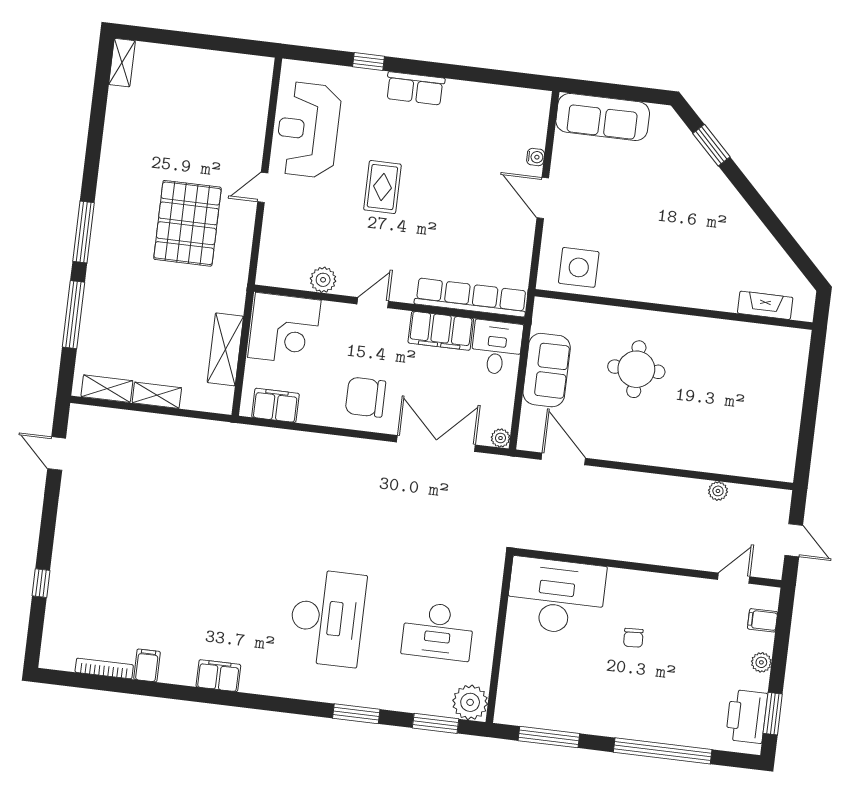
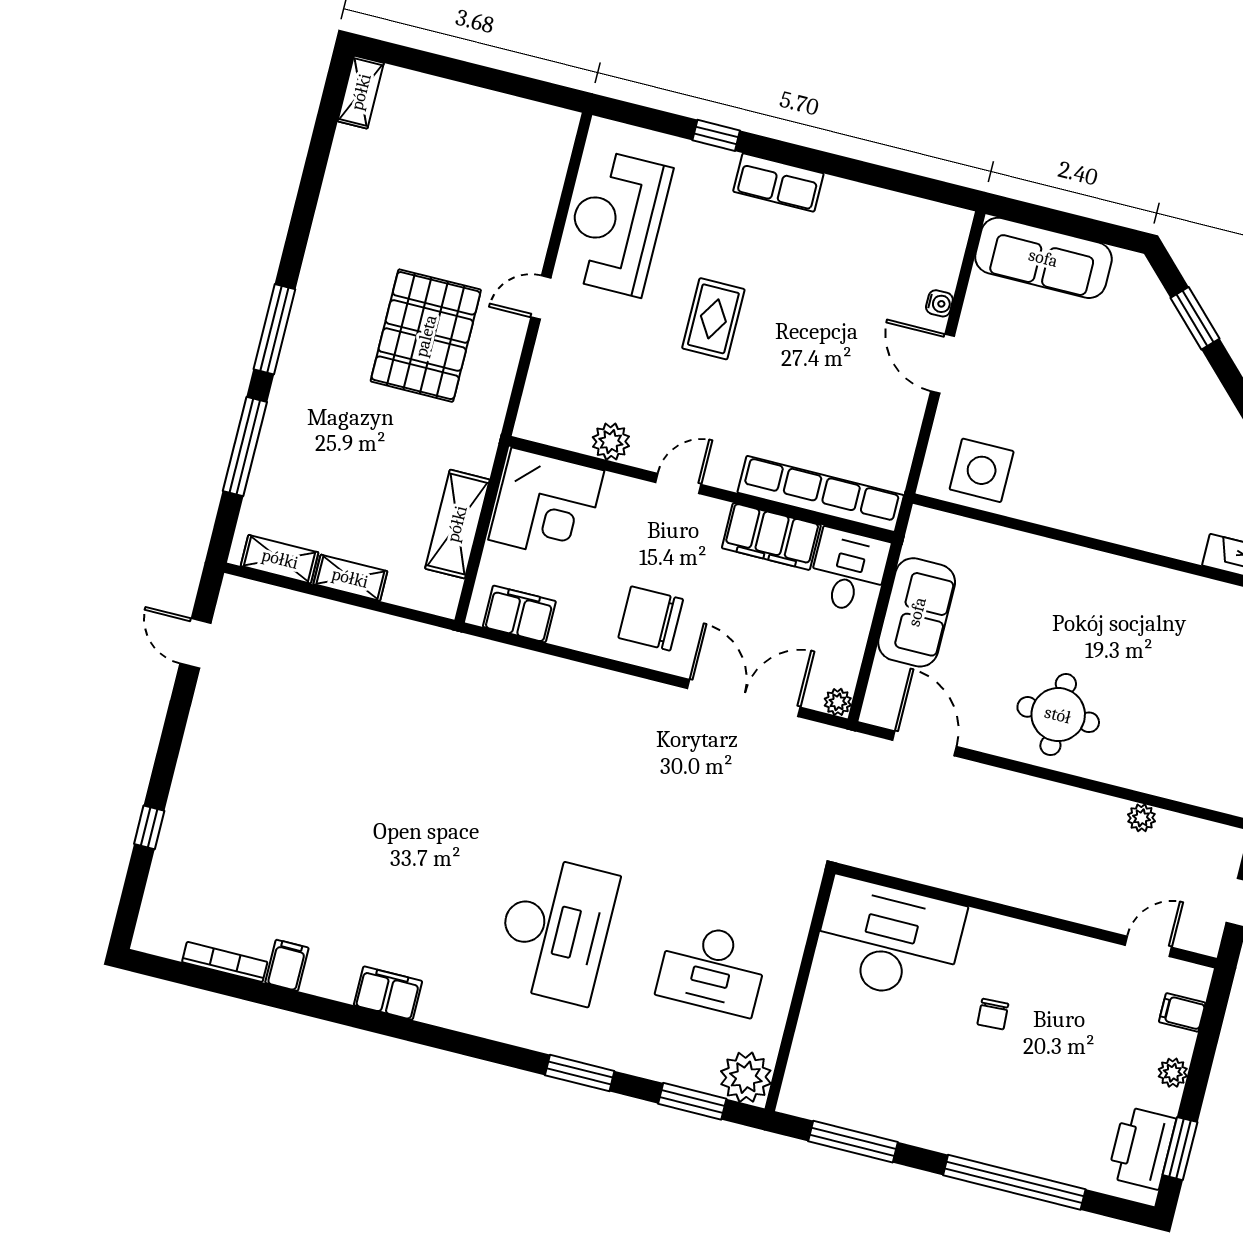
round table: (636, 369) -> (1058, 715), moved

